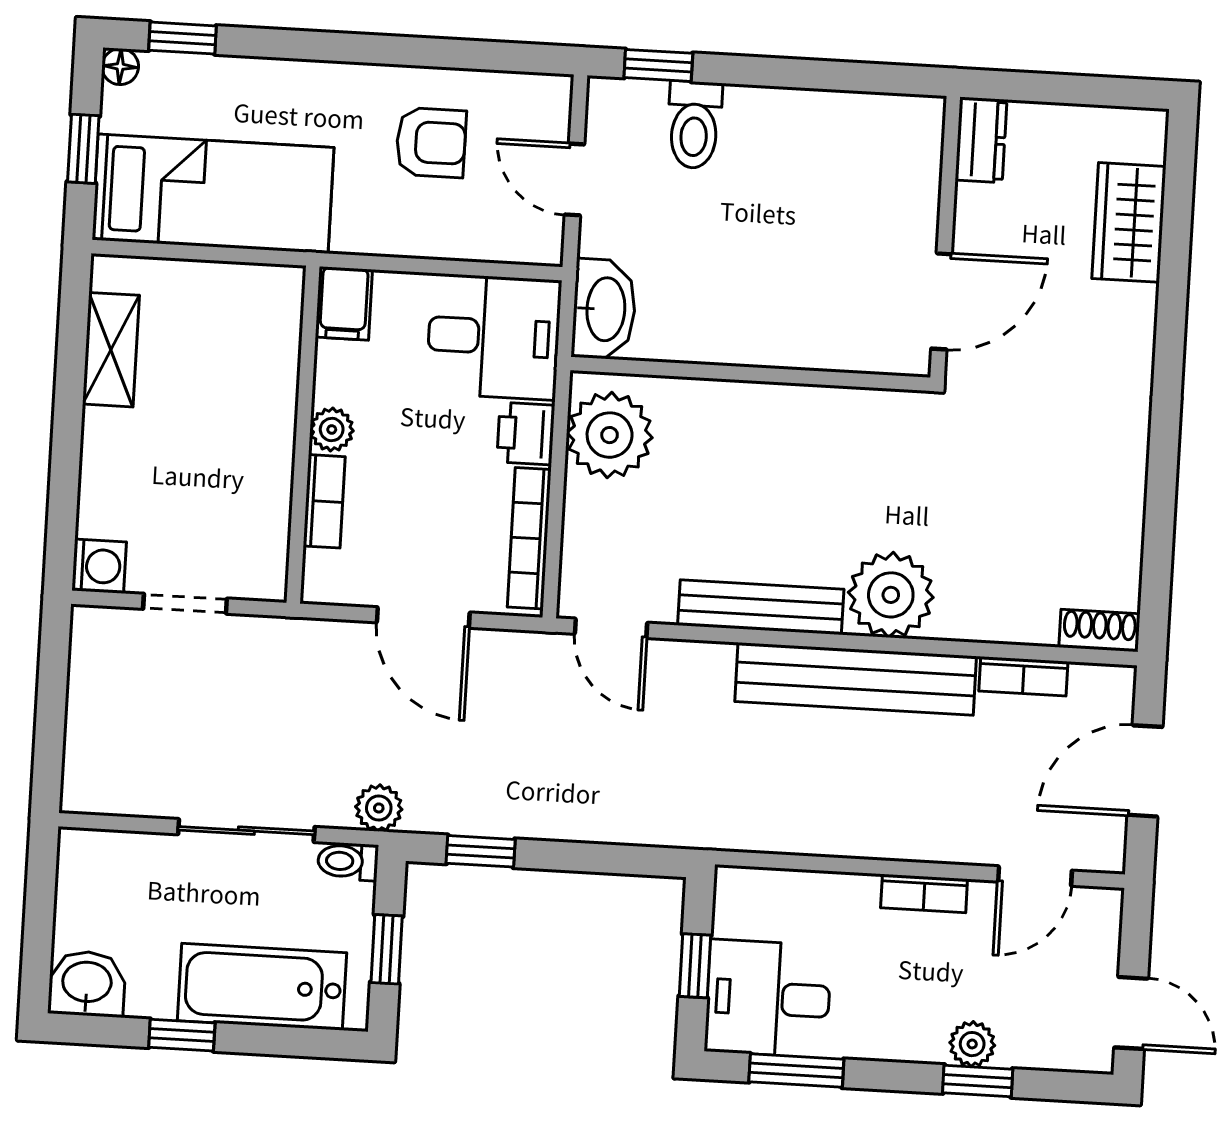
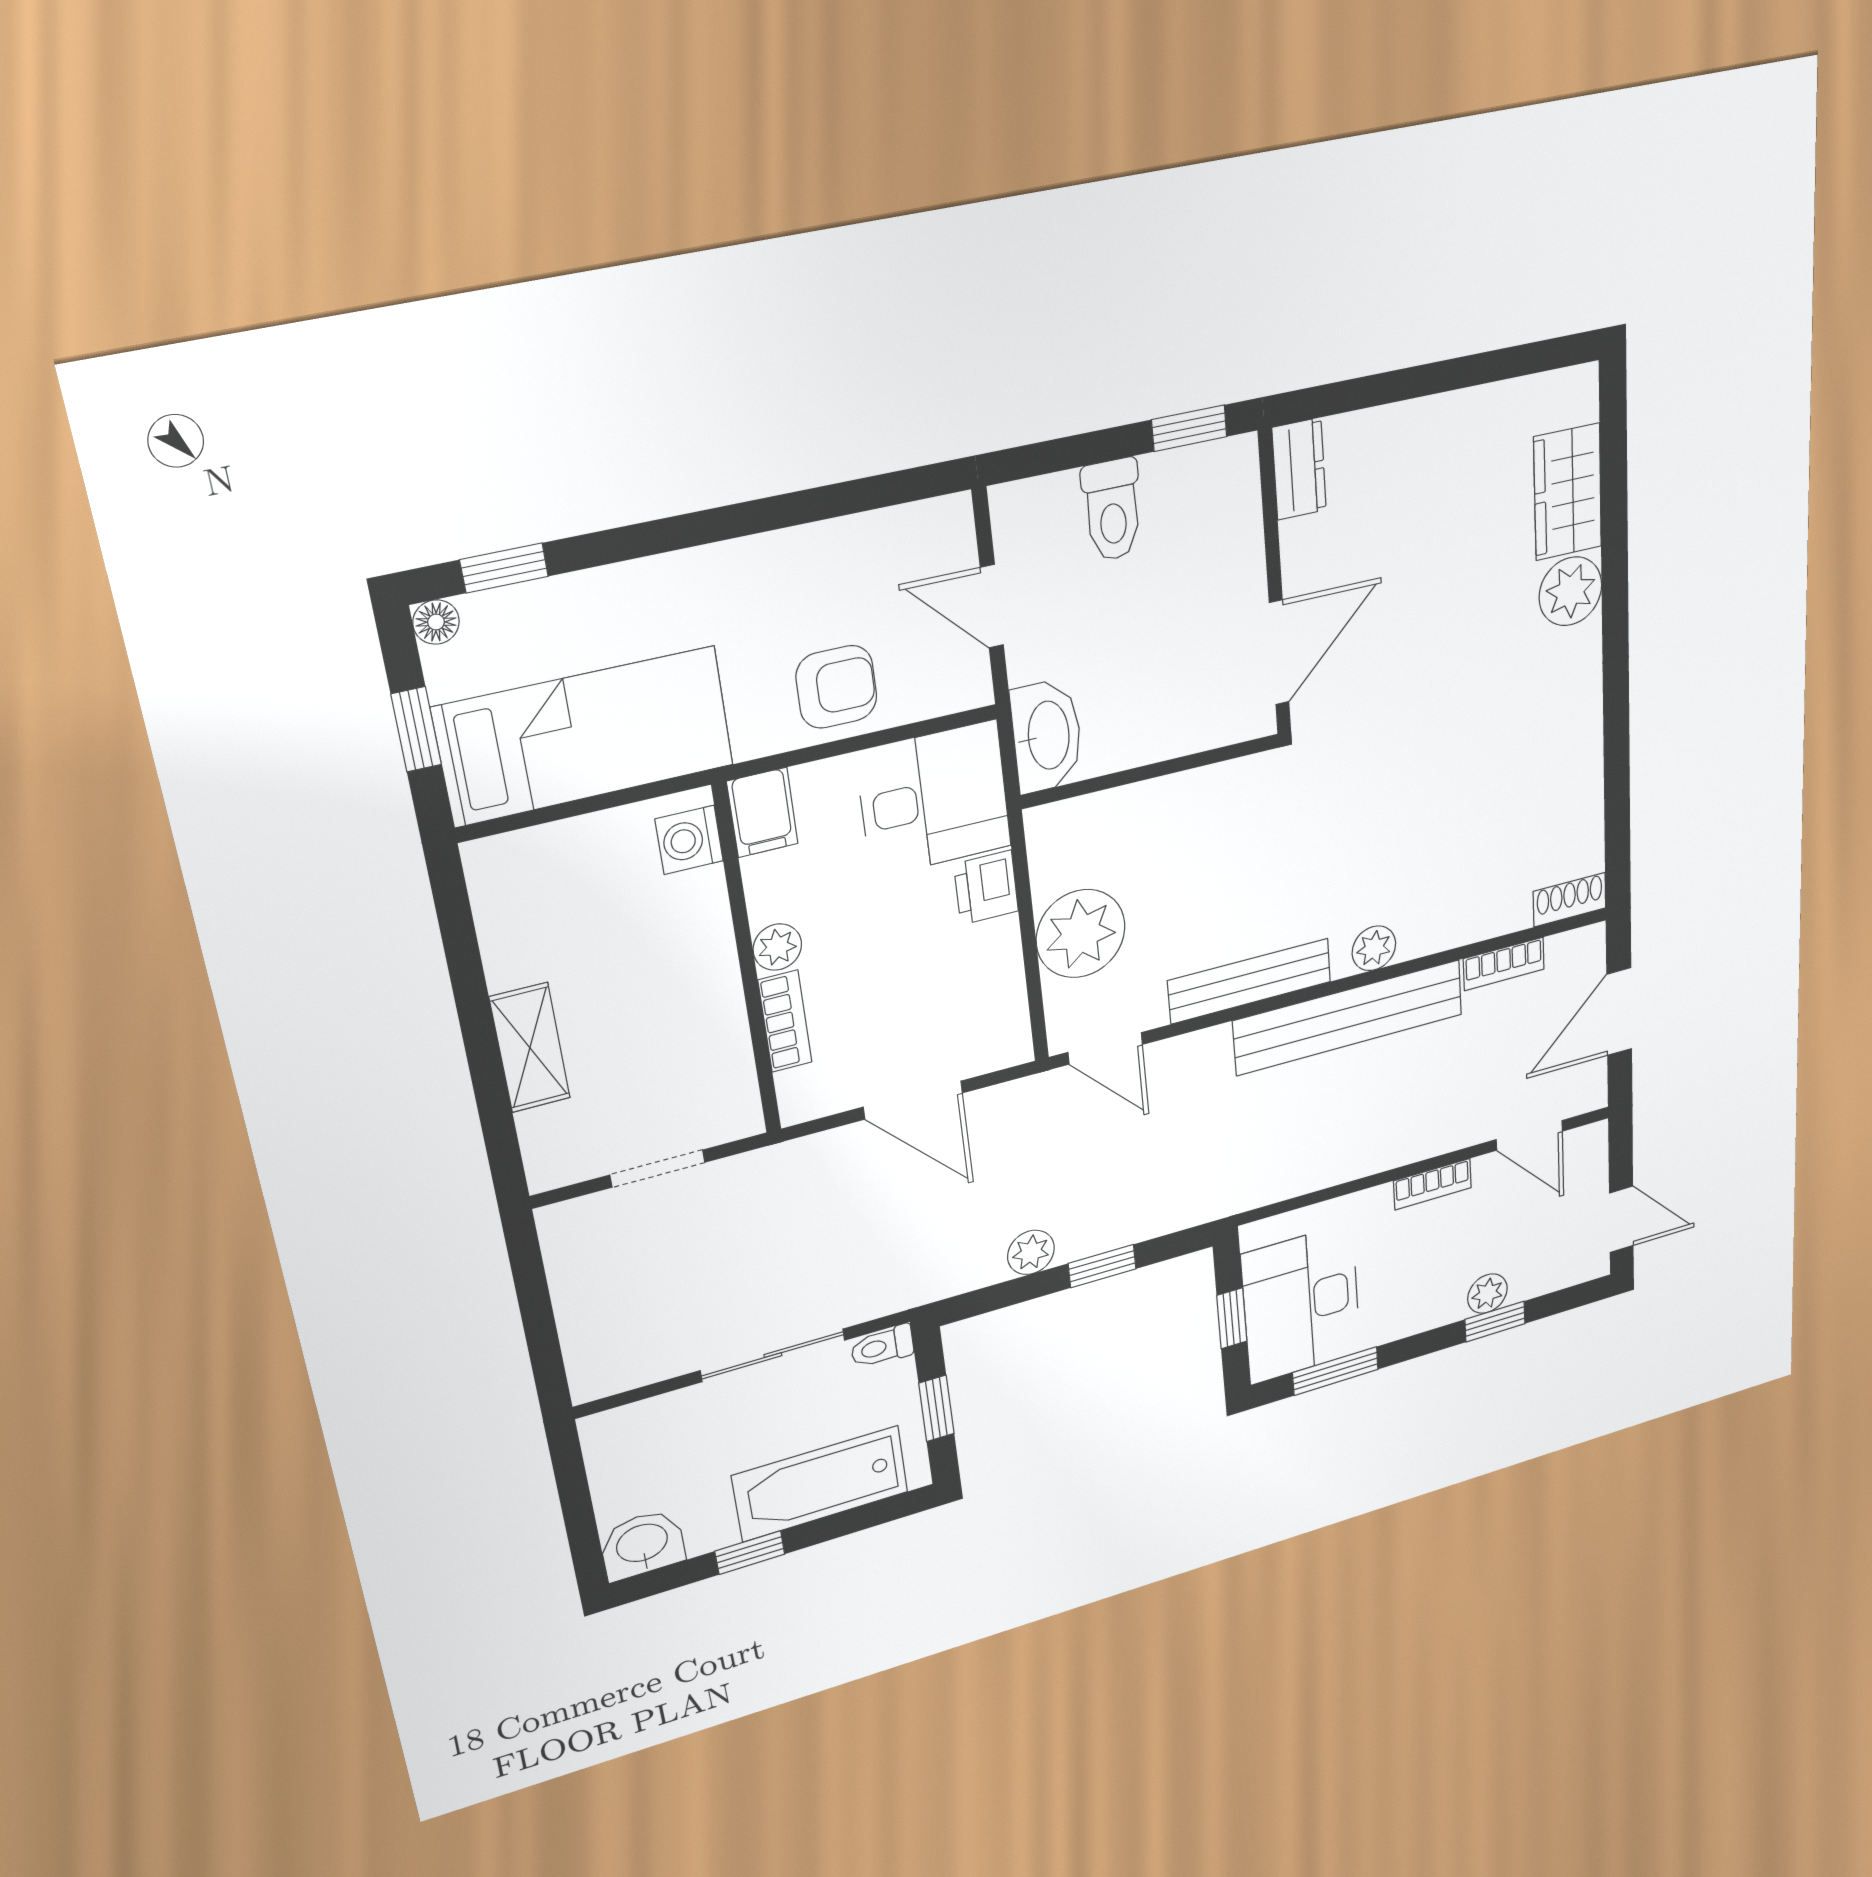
window: (658, 65) -> (1189, 428), moved
dresser: (981, 140) -> (1299, 469), moved
armchair: (431, 142) -> (836, 687), moved
wall: (945, 237) -> (1275, 584), moved
door: (942, 301) -> (1279, 653), moved
plant: (1124, 318) -> (1570, 591), added
shelving: (111, 350) -> (530, 1048), moved
plant: (610, 435) -> (1081, 934), moved
bookcase: (529, 538) -> (1008, 990), removed
washing machine: (99, 566) -> (689, 840), moved, turned 180
plant: (891, 595) -> (1374, 948), width x0.53, depth x0.53
plant: (379, 808) -> (1031, 1252), moved
window: (481, 851) -> (1102, 1266), moved
door: (1035, 876) -> (1529, 1135), hinge flipped
desk: (768, 998) -> (1301, 1304), width x1.37

